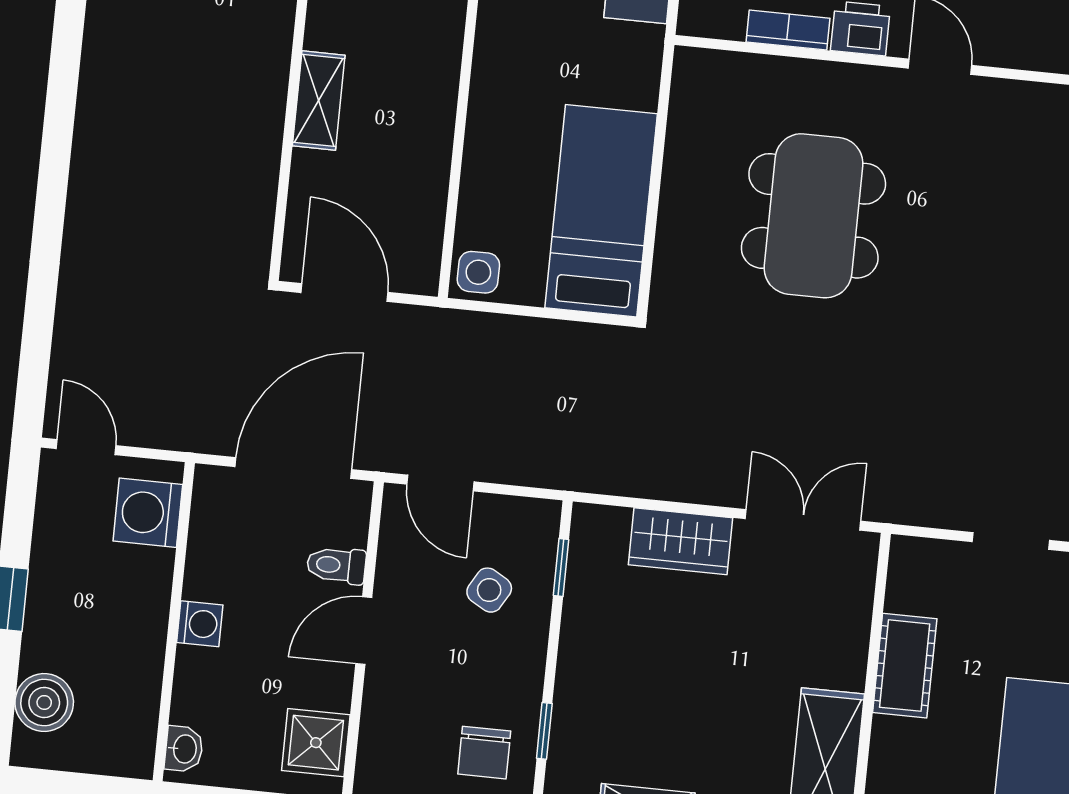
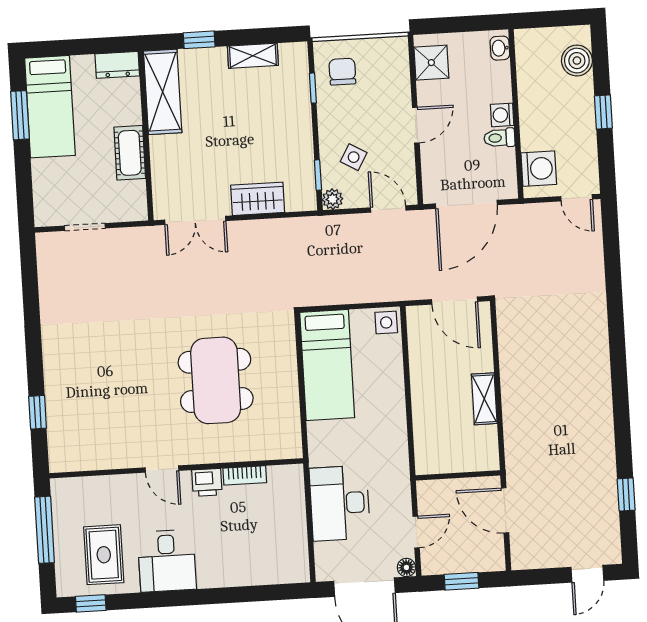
plant: (541, 518) -> (333, 199), added
toilet: (336, 565) -> (499, 138), moved, turned 180

